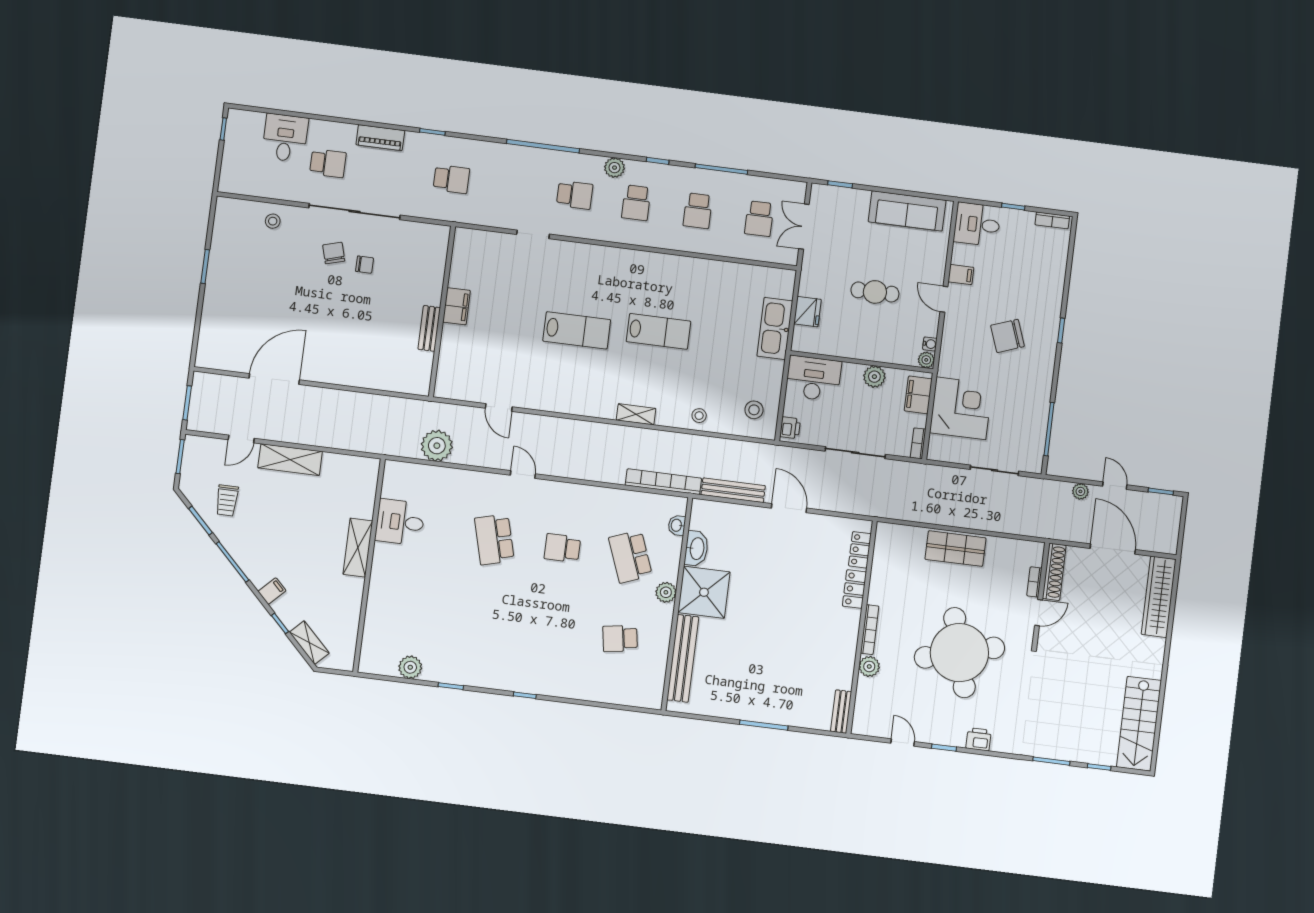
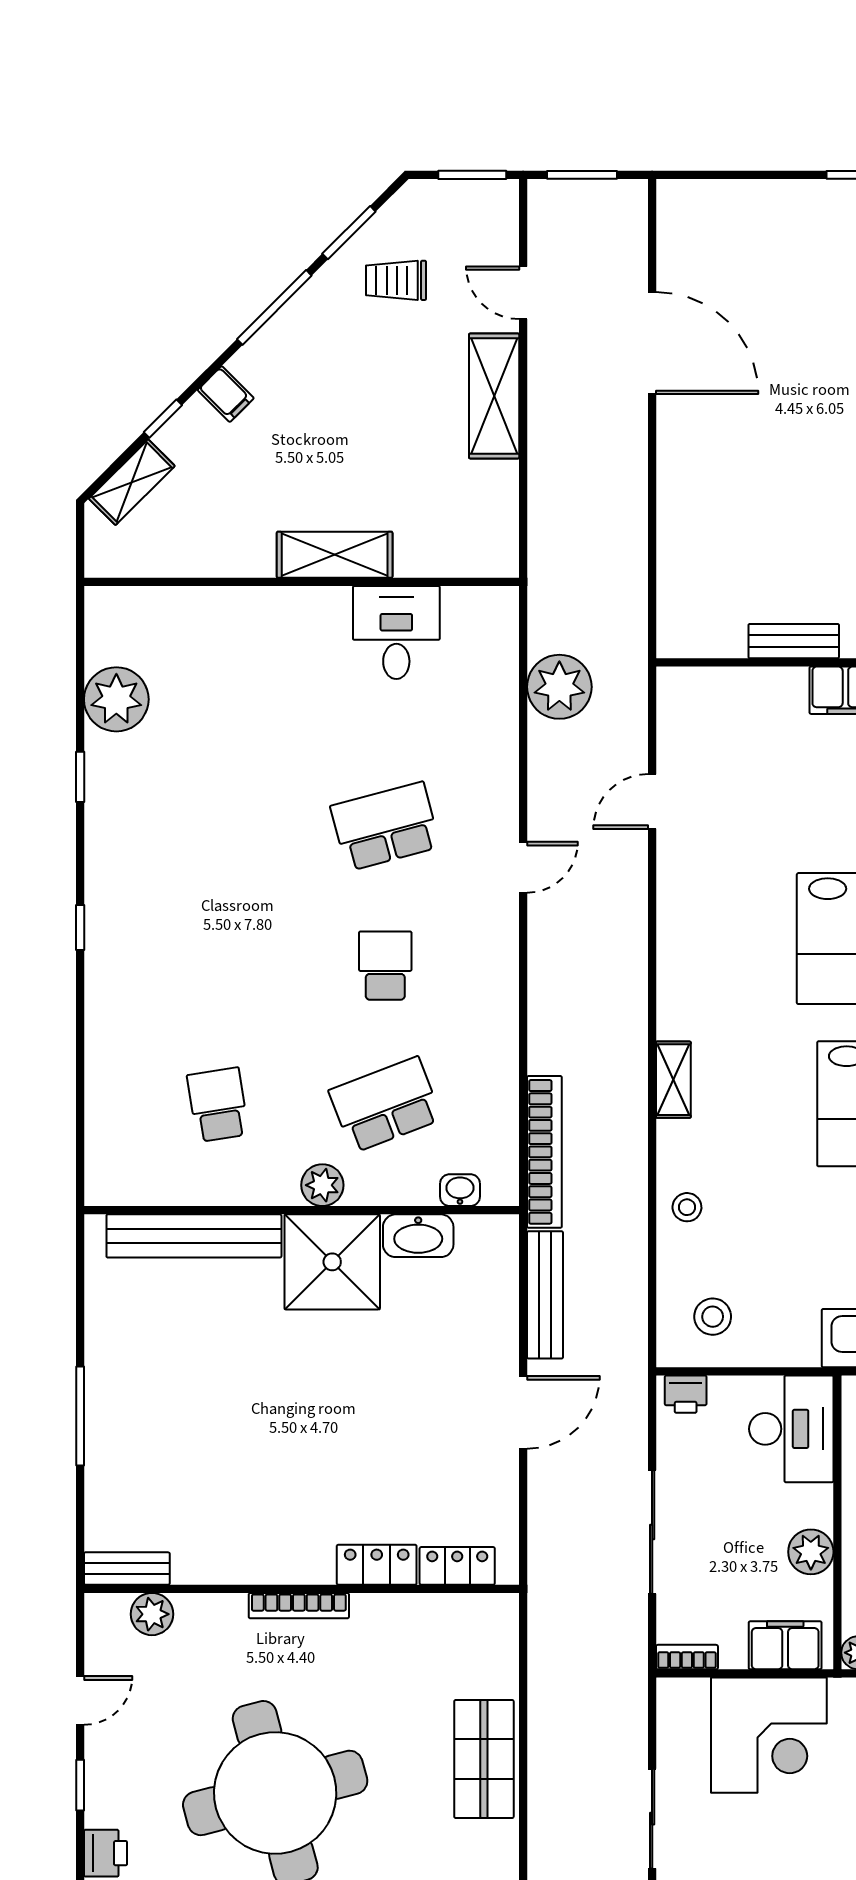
plant: (869, 666) -> (152, 1614), moved
plant: (410, 667) -> (116, 699), width x1.36, depth x1.36

